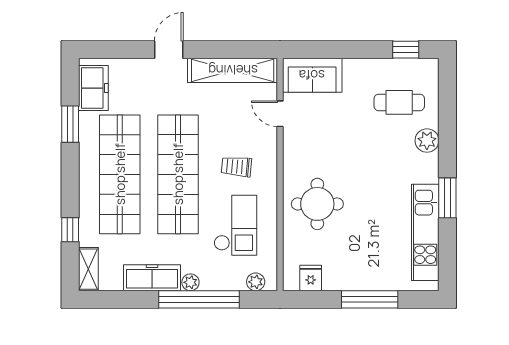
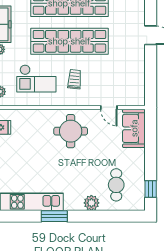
shelving: (233, 70) -> (137, 77), removed
door: (280, 114) -> (109, 107), swing flipped
round table: (317, 204) -> (71, 131), moved

